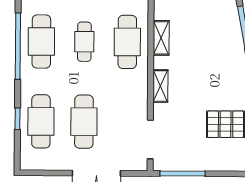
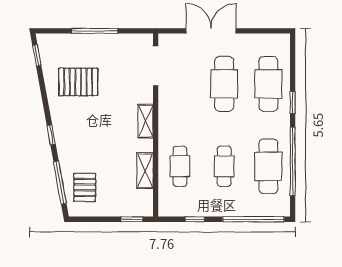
pallet: (220, 22) -> (85, 187), added
cafe table: (127, 42) -> (180, 166), width x0.73, depth x0.74
window: (17, 119) -> (293, 102), moved
window: (183, 174) -> (95, 31), moved

